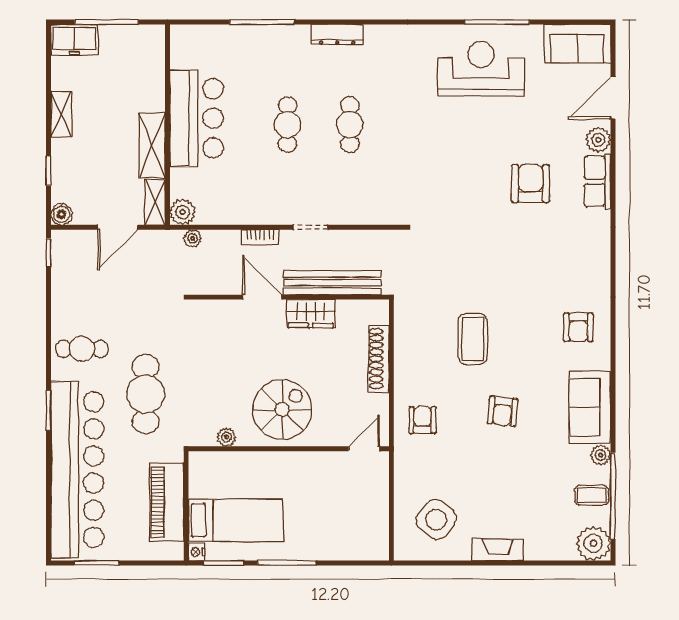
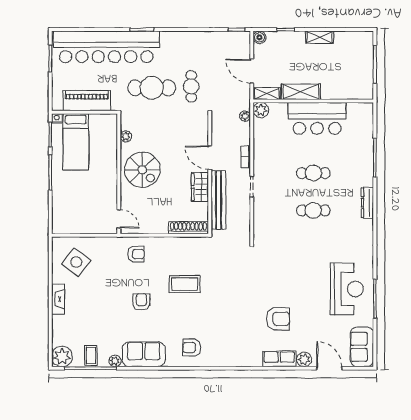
freezer: (74, 40) -> (364, 45), removed
door: (262, 297) -> (210, 158), swing flipped
cafe table: (82, 349) -> (191, 86), moved
shoe rack: (379, 359) -> (188, 228), moved
armchair: (502, 411) -> (141, 302), turned 84

